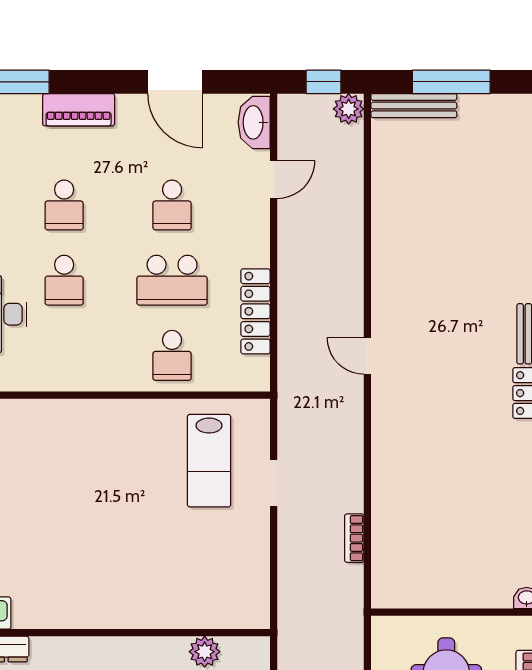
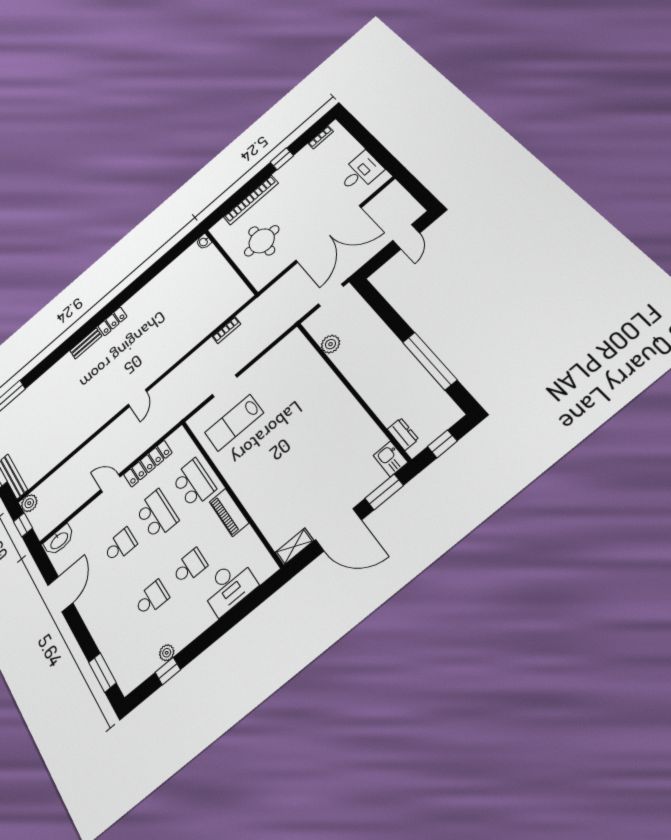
piano: (79, 110) -> (229, 512), moved, turned 180
door: (274, 180) -> (110, 483), moved
school desk: (172, 355) -> (194, 483), width x1.85
lab bench: (209, 461) -> (234, 423), turned 180

